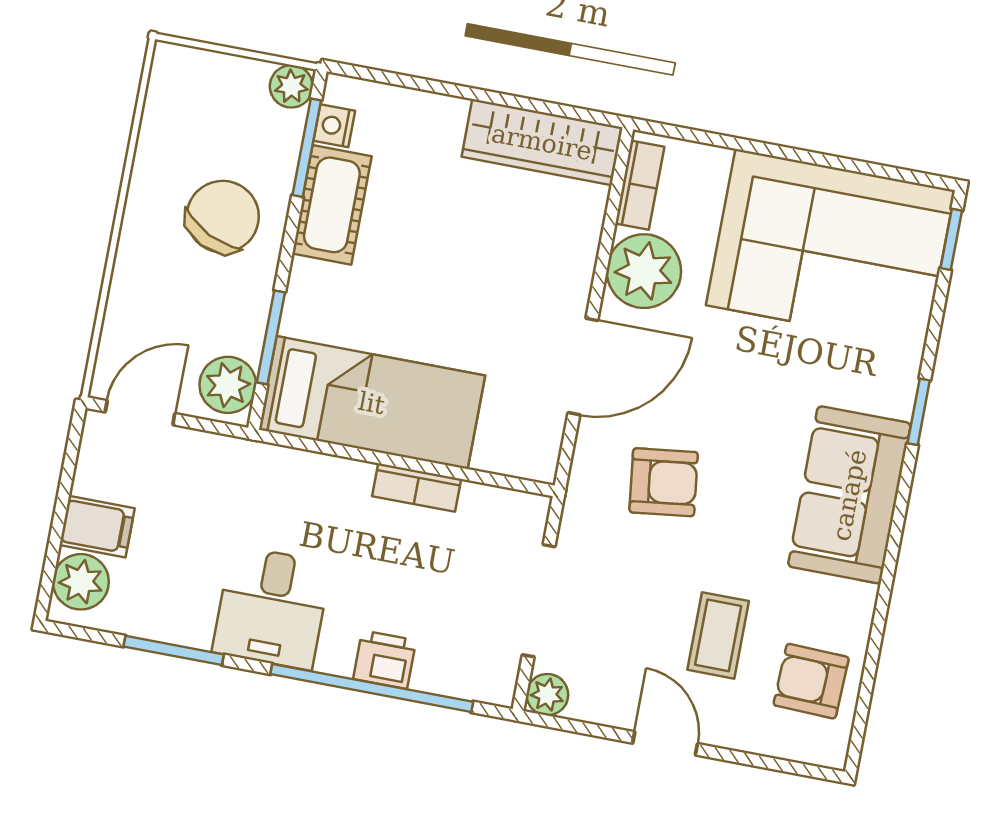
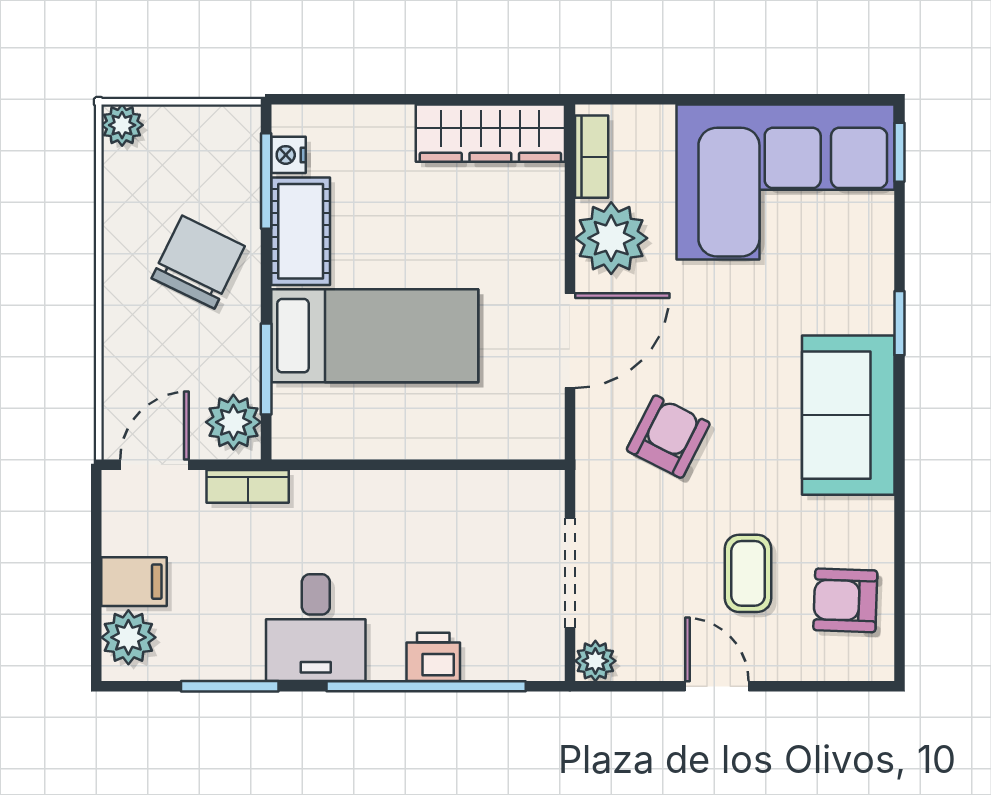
plant: (291, 86) -> (122, 125), moved
bed: (372, 403) -> (375, 336), moved
armchair: (664, 482) -> (668, 437), turned -56
bookcase: (417, 488) -> (248, 486), moved

